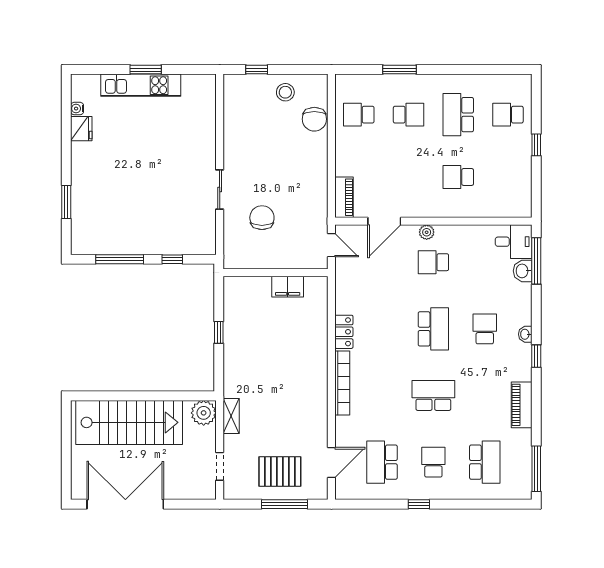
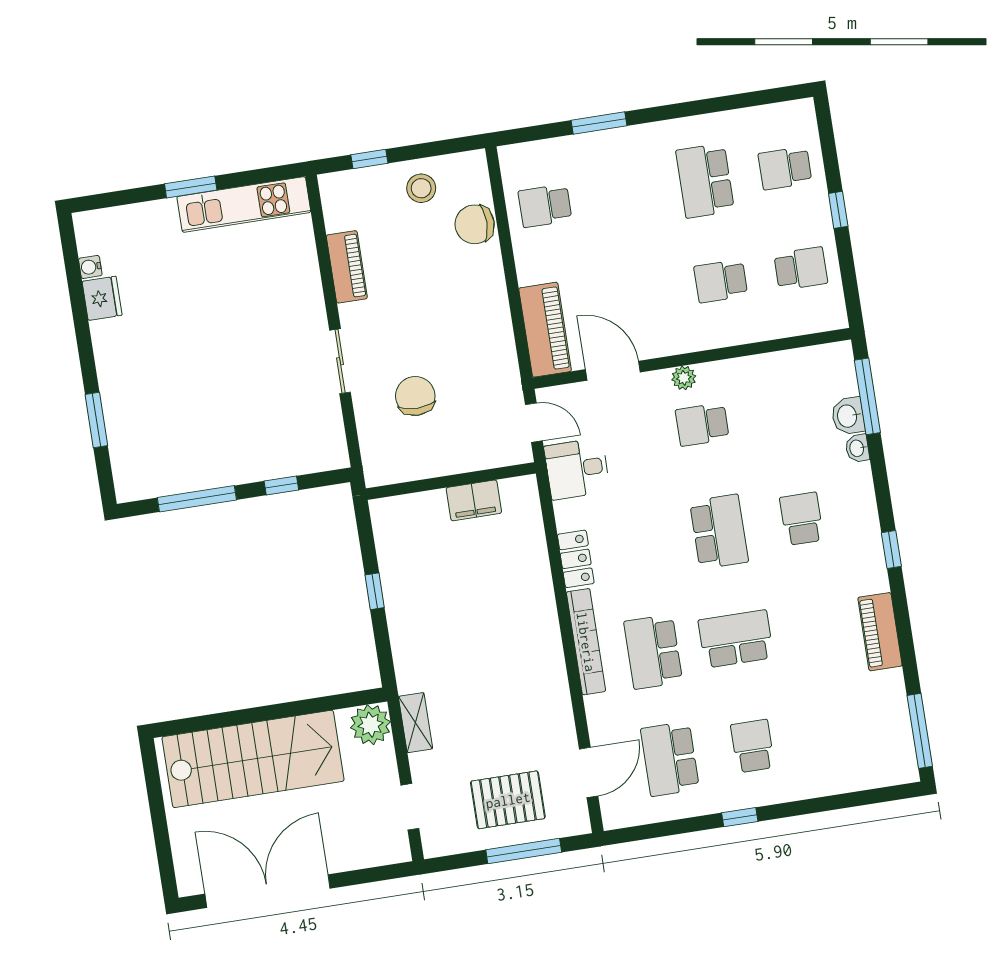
kitchen unit: (141, 85) -> (244, 204), moved
school desk: (409, 115) -> (801, 269), moved
chair: (314, 119) -> (475, 224), turned 90
piano: (233, 133) -> (347, 267), added
piano: (344, 197) -> (545, 330), width x1.37, depth x1.33
door: (384, 221) -> (613, 371), swing flipped
desk: (514, 242) -> (577, 469), moved, turned 180
washbasin: (525, 334) -> (857, 448), moved
school desk: (485, 462) -> (653, 652), moved, turned 180

